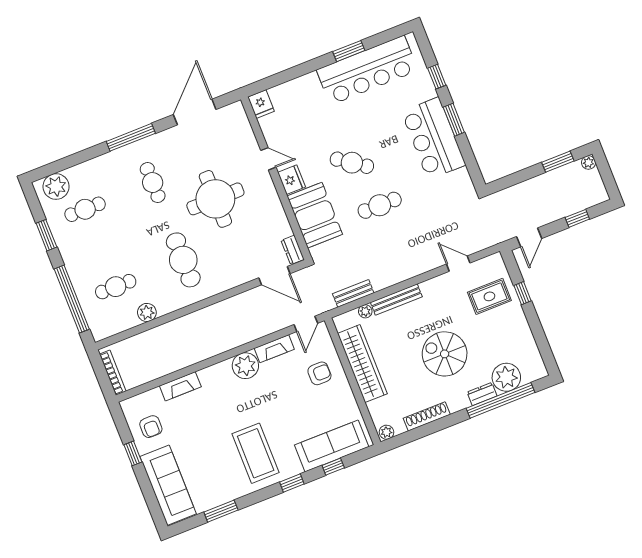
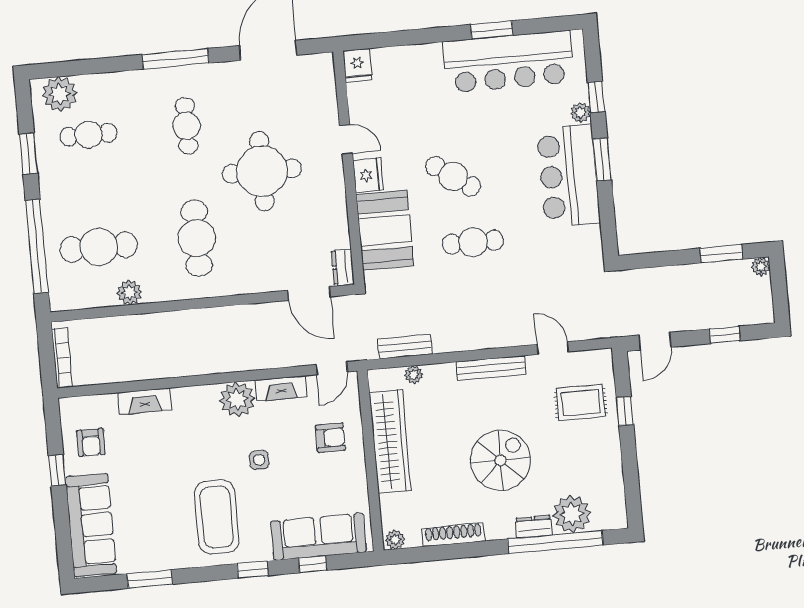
plant: (429, 91) -> (580, 113), added
cafe table: (116, 287) -> (99, 247), width x1.37, depth x1.35
bench: (396, 299) -> (491, 368), moved
spiral stairs: (445, 354) -> (500, 460), turned 90
side table: (274, 404) -> (259, 460), added

